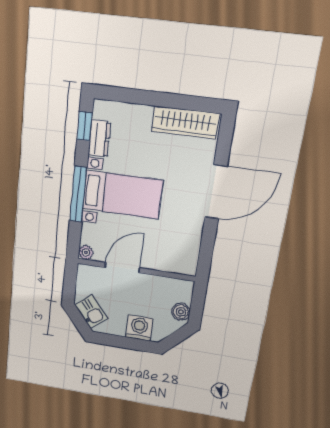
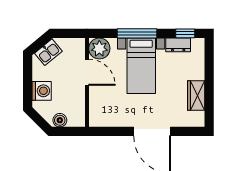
wardrobe: (185, 122) -> (196, 96), width x0.67
plant: (86, 252) -> (99, 48), width x1.88, depth x1.88

